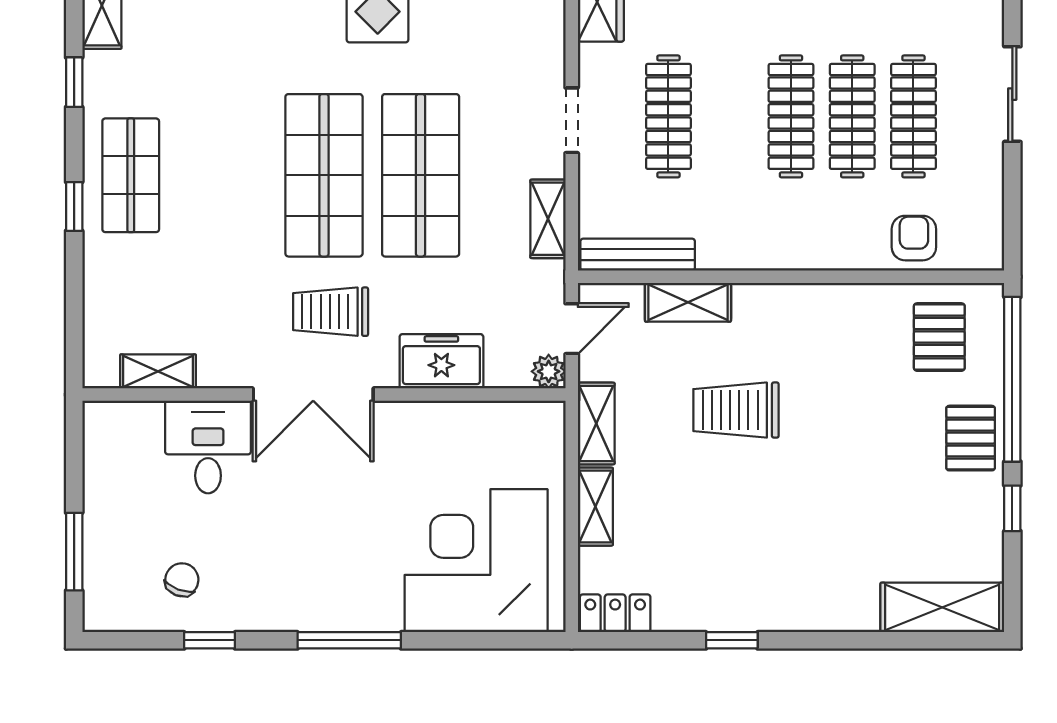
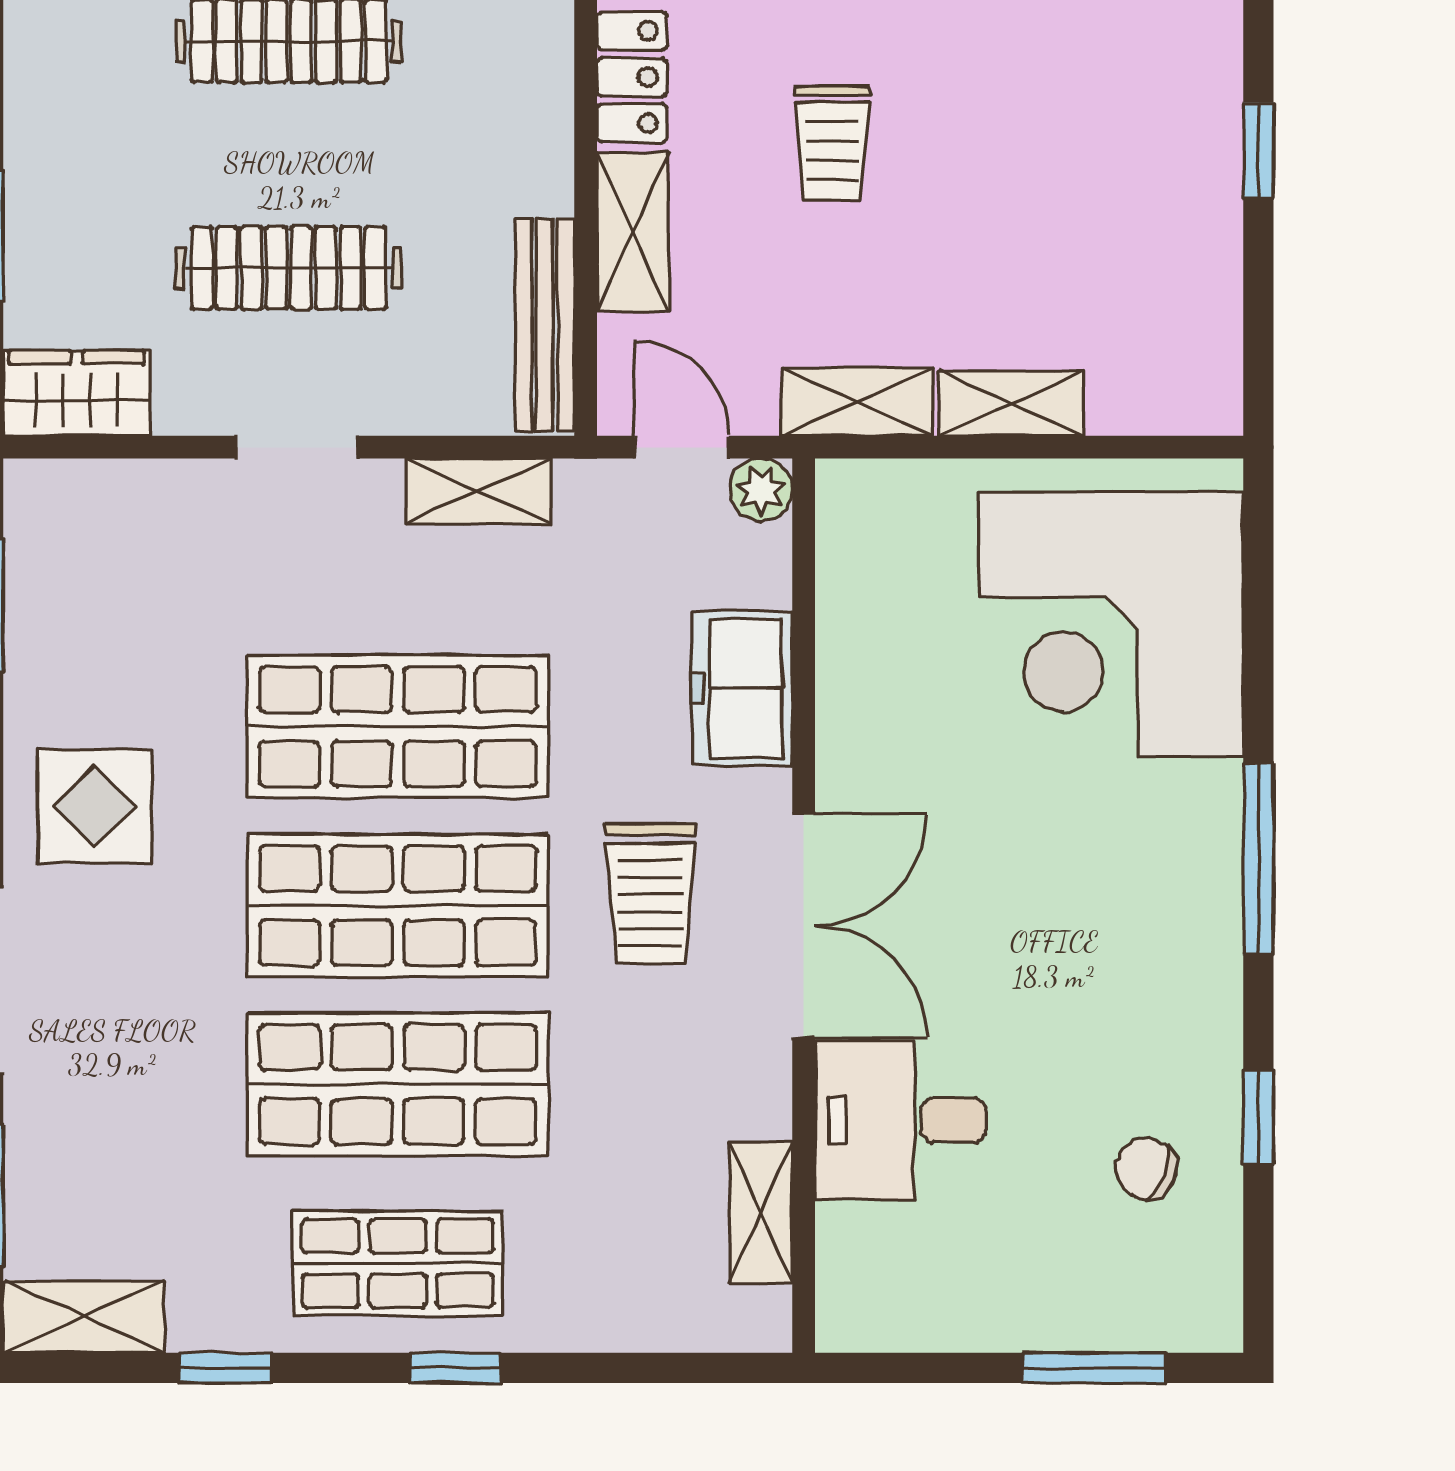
shop shelf: (227, 175) -> (398, 1084), added
trolley: (736, 410) -> (832, 143), width x0.73, depth x0.72
locker: (615, 613) -> (632, 77), moved, turned 180

